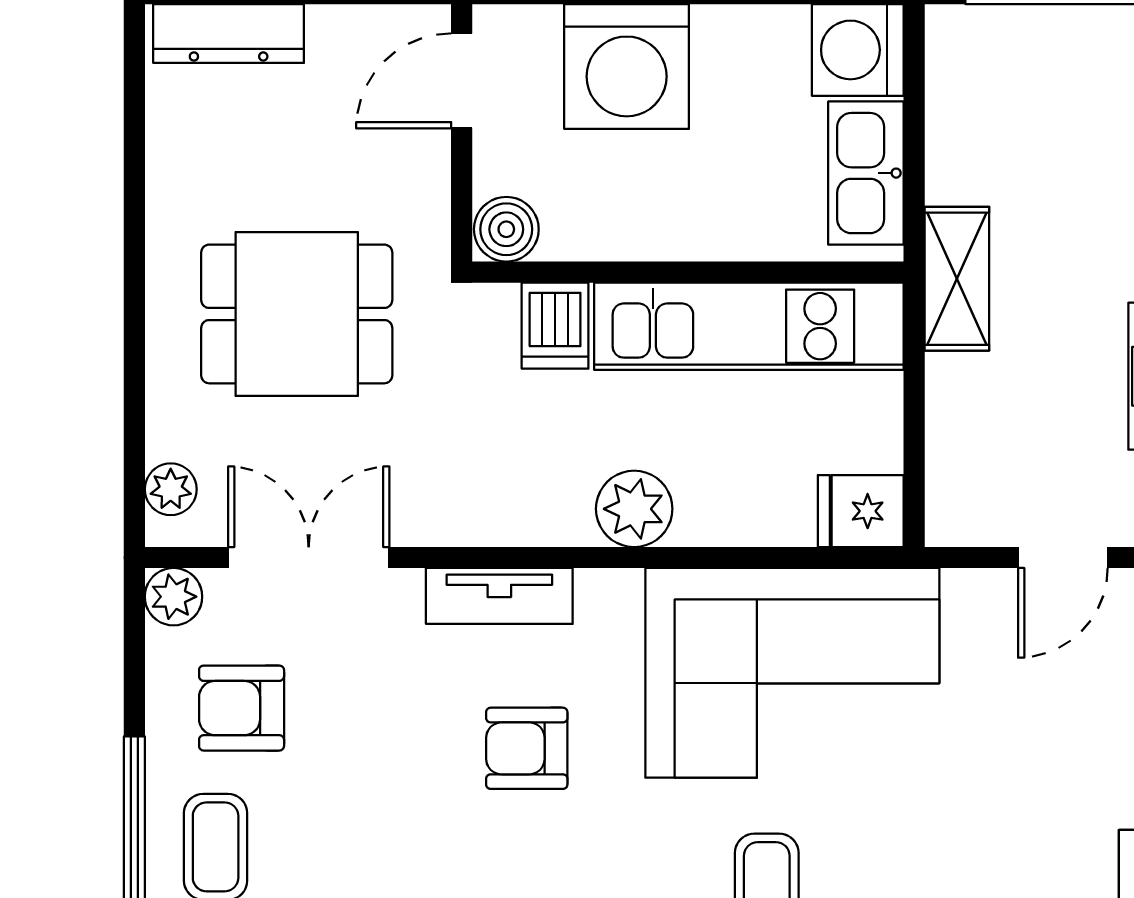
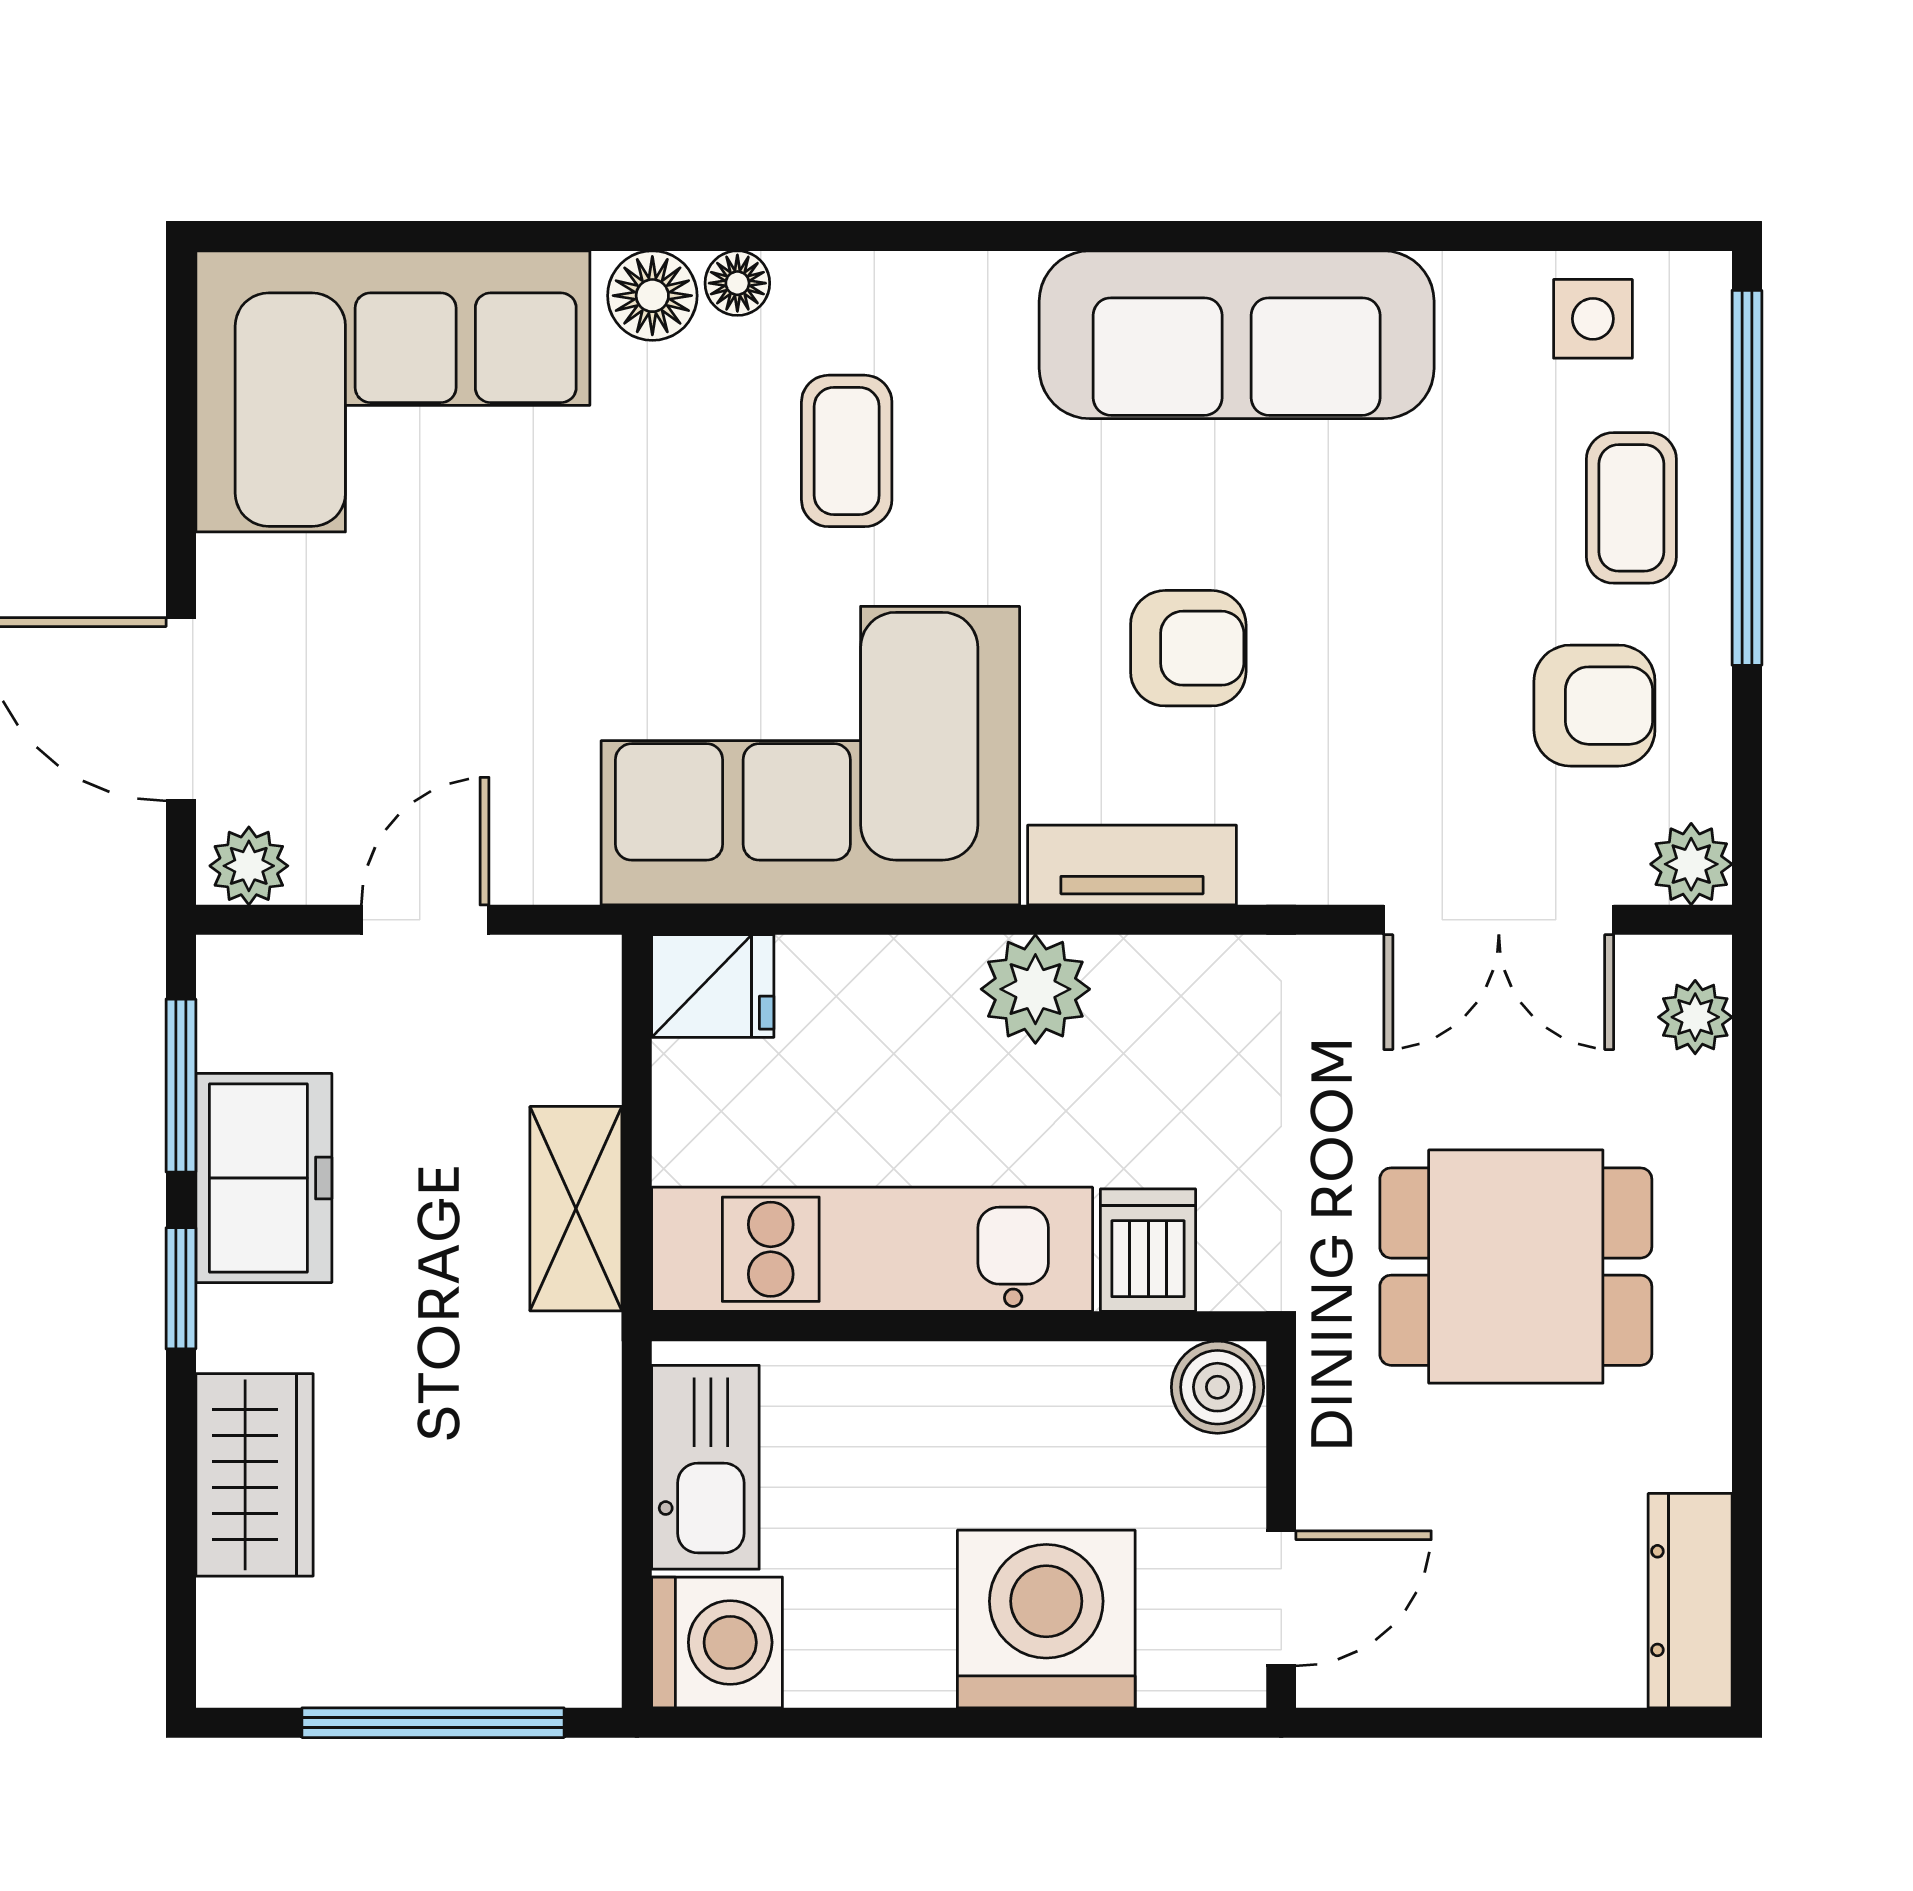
dresser: (229, 34) -> (1690, 1601), moved, turned -90
shelving: (957, 279) -> (576, 1209), moved
tv unit: (499, 596) -> (1132, 865), moved

